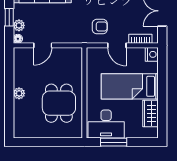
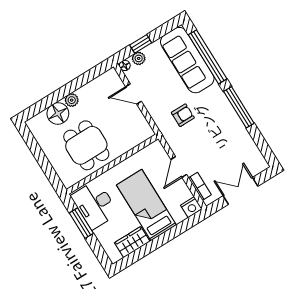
armchair: (100, 27) -> (183, 115), moved, turned -90
dining table: (59, 103) -> (86, 145), turned 90
floor lamp: (23, 110) -> (58, 113), added

